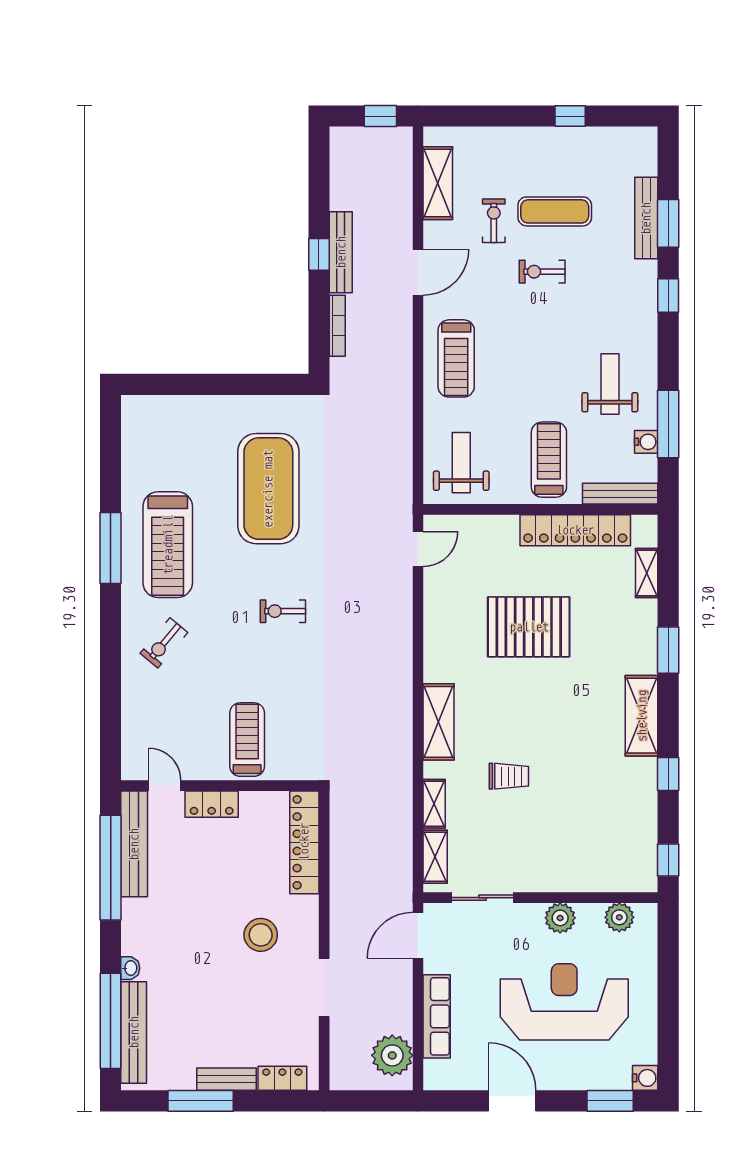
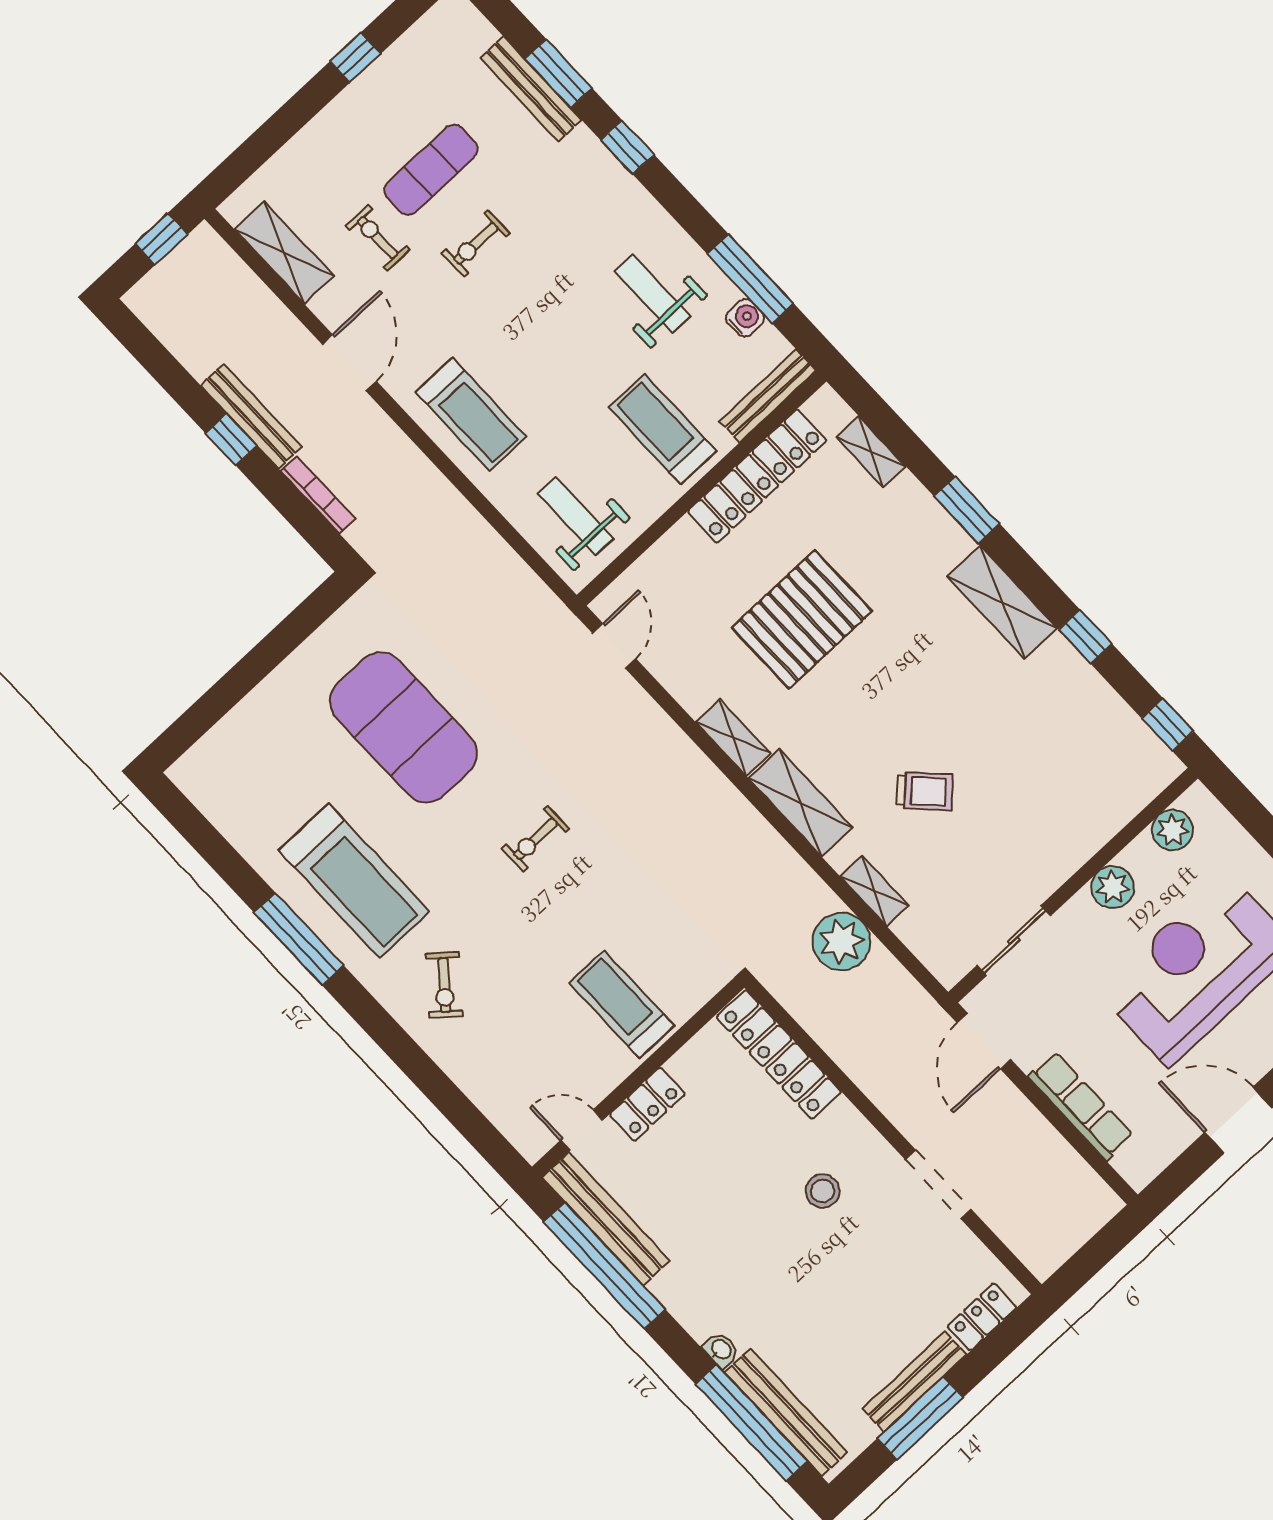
trolley: (509, 776) -> (925, 791), turned 46
shelving: (435, 857) -> (733, 738), moved
stool: (261, 935) -> (823, 1191), width x0.73, depth x0.73
plant: (392, 1055) -> (841, 942), moved
bench: (226, 1079) -> (915, 1382), width x1.36

